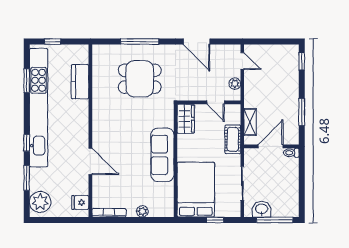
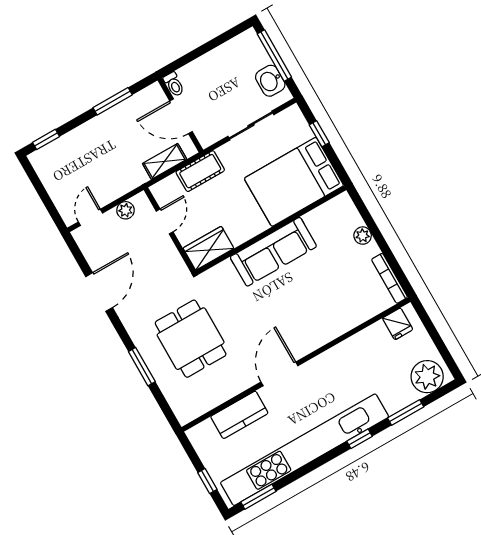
window: (140, 42) -> (142, 367), width x0.69
window: (27, 81) -> (258, 497), moved
door: (90, 161) -> (279, 374), moved

